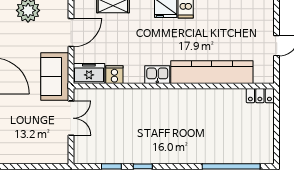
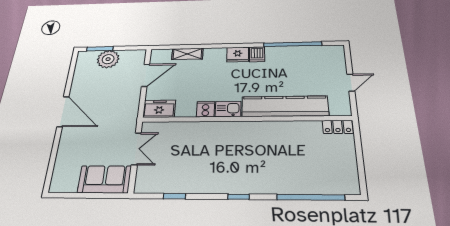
cooker: (114, 75) -> (205, 109), moved
sofa: (55, 76) -> (105, 179), moved, turned 90
window: (143, 166) -> (239, 197), moved

